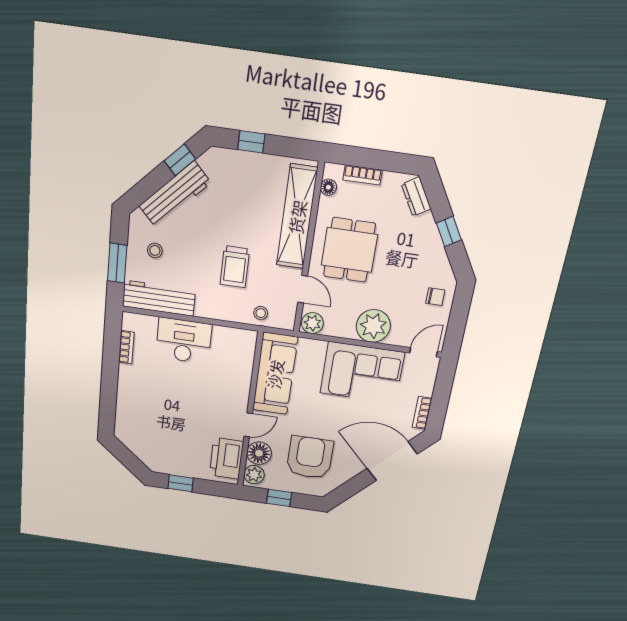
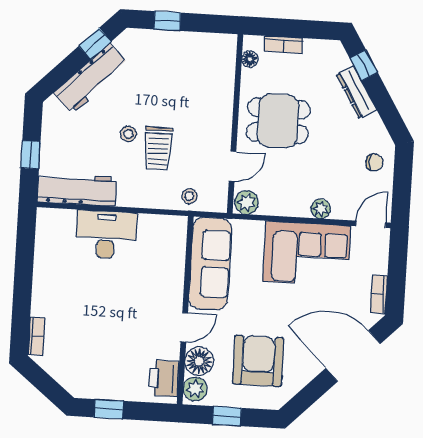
dresser: (416, 197) -> (356, 92), moved, width x1.44
shelving: (297, 217) -> (220, 91), removed
window: (449, 231) -> (364, 65), moved
stool: (155, 250) -> (128, 134), moved
dining table: (349, 250) -> (278, 121), turned 90
window: (117, 263) -> (31, 155), width x0.67
door: (303, 289) -> (233, 166), hinge flipped
plant: (373, 326) -> (321, 209), width x0.53, depth x0.53
bookcase: (126, 347) -> (36, 336), moved
printer: (226, 458) -> (164, 378), width x0.73, depth x0.84

